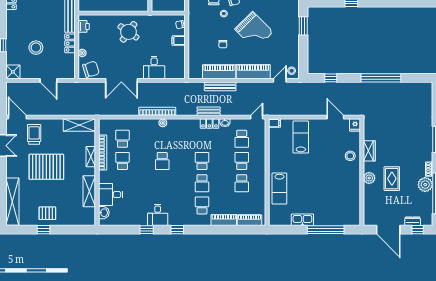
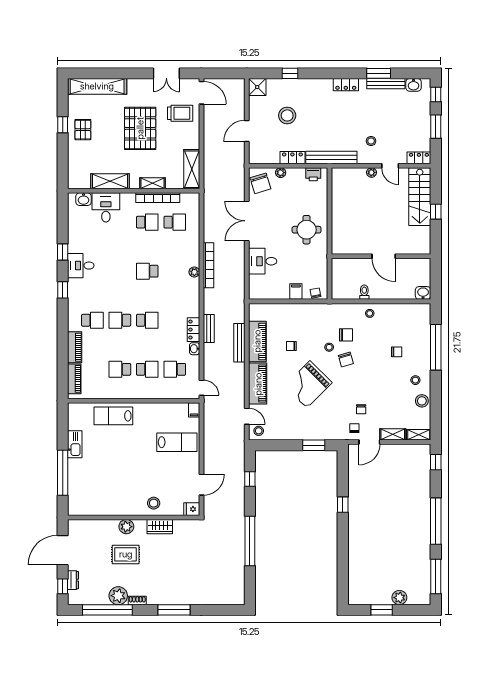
round table: (129, 32) -> (307, 230), turned -35
door: (17, 117) -> (201, 93), hinge flipped

